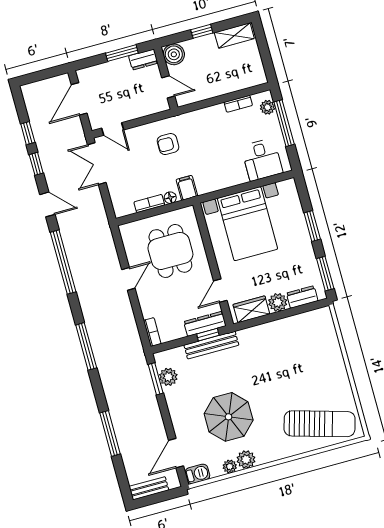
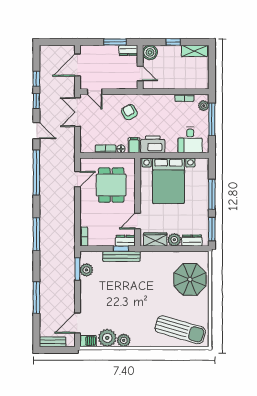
armchair: (168, 144) -> (129, 112), turned 62
printer: (212, 180) -> (153, 144), added
window: (312, 226) -> (212, 194), width x1.44
door: (128, 279) -> (77, 179), moved
dresser: (205, 324) -> (125, 241), width x0.70
parasol: (229, 417) -> (190, 279), moved
plant: (230, 466) -> (107, 338), width x1.88, depth x1.88

